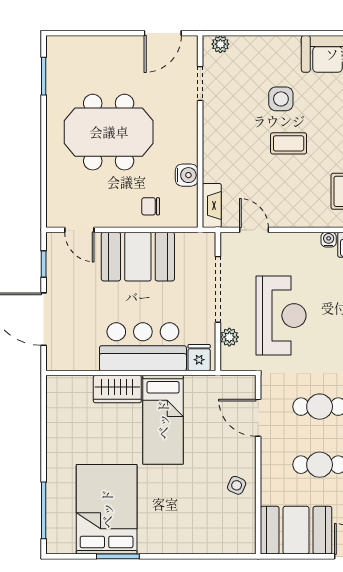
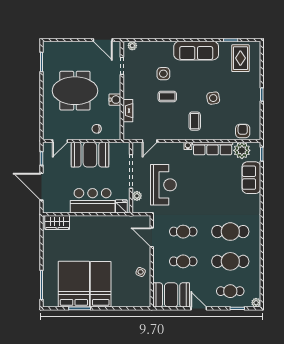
door: (163, 33) -> (103, 40), hinge flipped
water cooler: (187, 175) -> (115, 100), moved
fireplace: (212, 206) -> (128, 111), moved
door: (79, 230) -> (60, 141), hinge flipped
door: (254, 230) -> (150, 141), swing flipped
wardrobe: (117, 389) -> (57, 223), moved
bed: (163, 420) -> (101, 284), moved, turned 180

